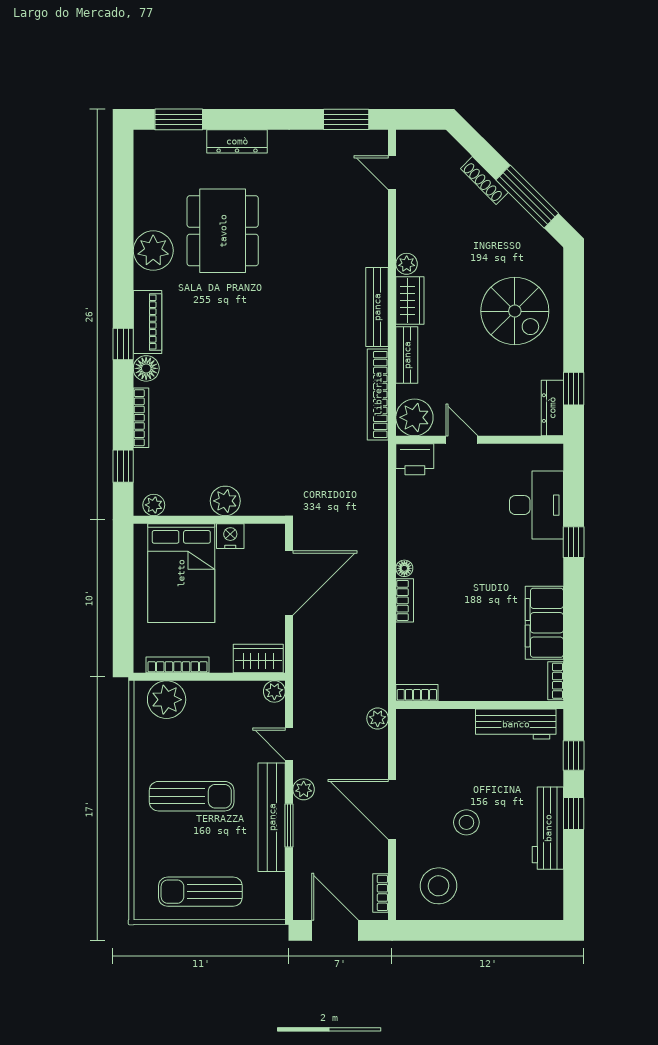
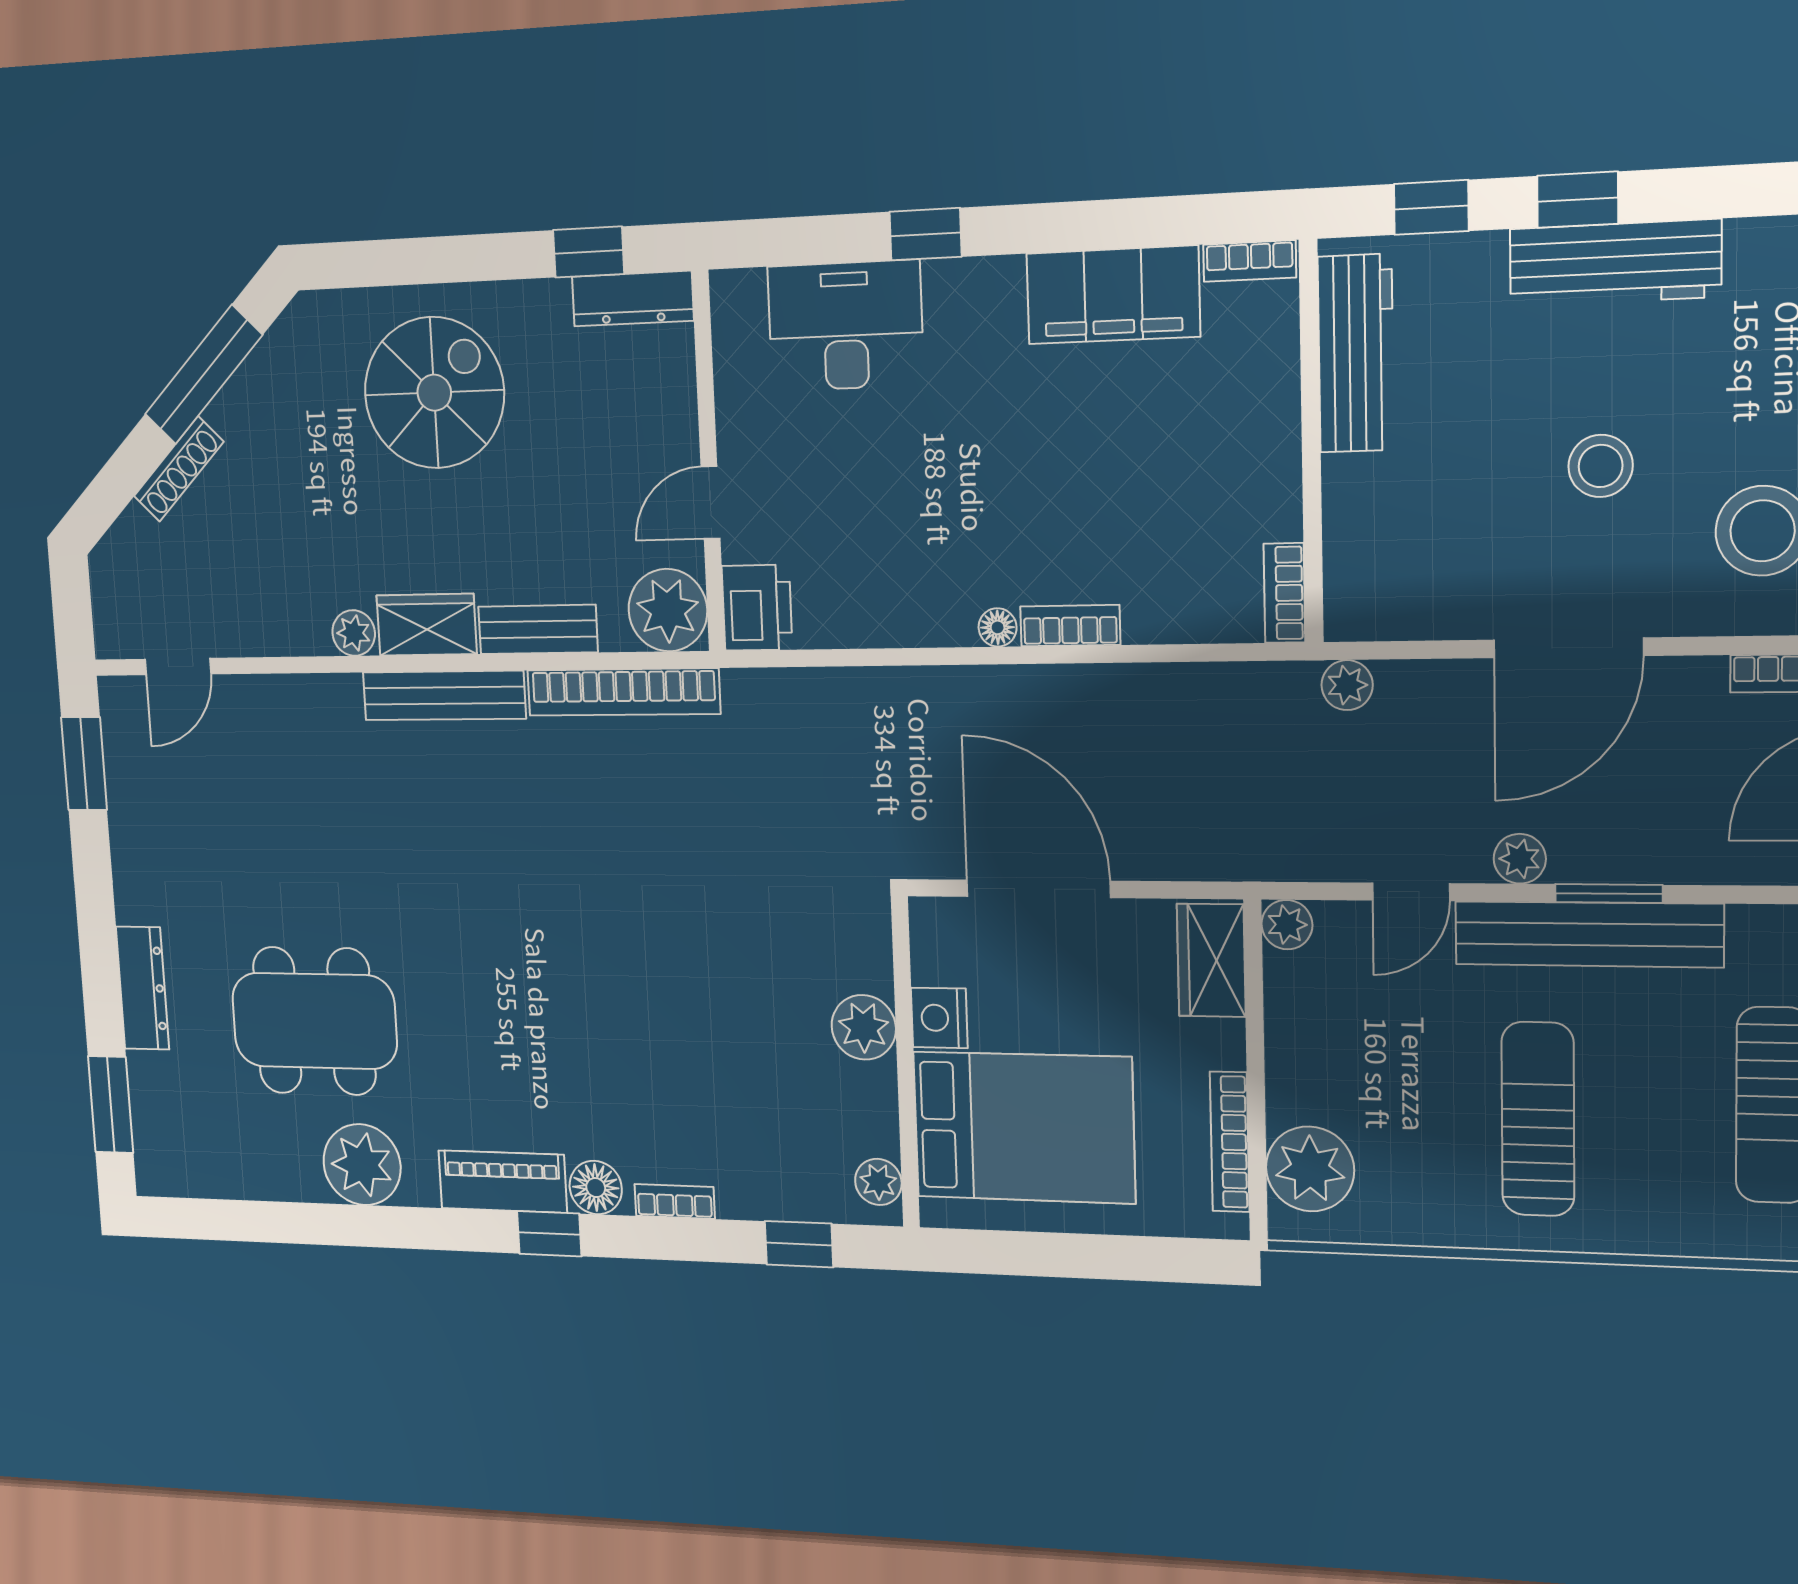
bookcase: (141, 418) -> (675, 1201), width x0.64

